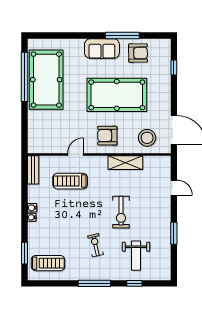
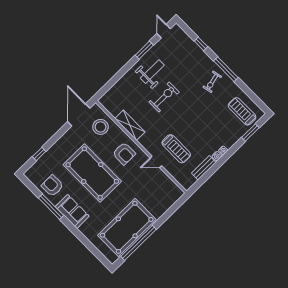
bench: (33, 170) -> (204, 168), moved
door: (174, 188) -> (164, 31), moved
exercise bike: (95, 245) -> (212, 82), moved
weight bench: (136, 256) -> (152, 72), moved

